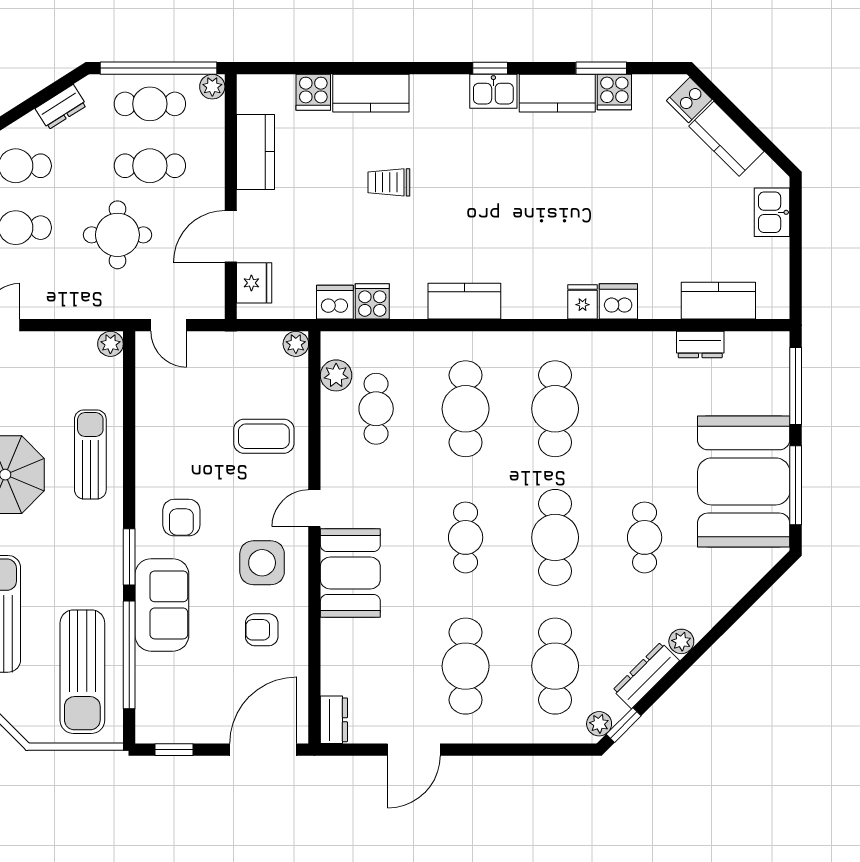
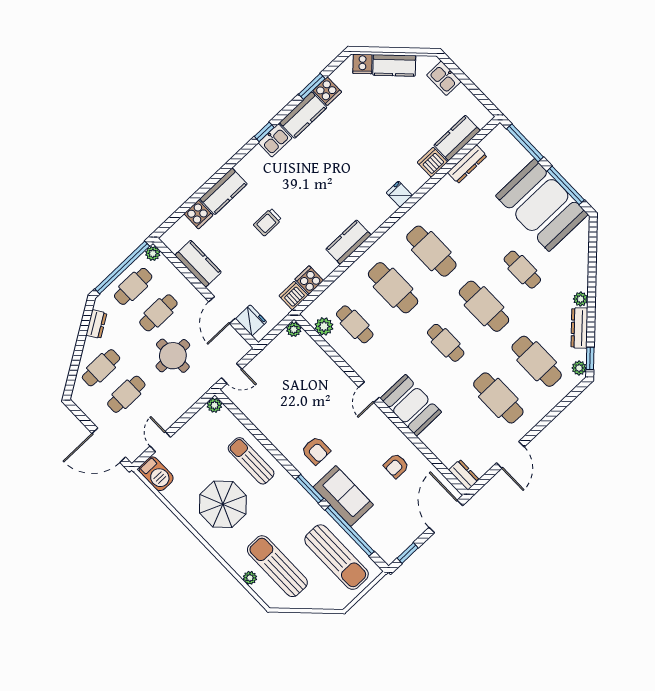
dishwasher: (618, 301) -> (432, 162), moved
dresser: (700, 345) -> (467, 164), width x1.44
coffee table: (264, 436) -> (318, 382), removed
side table: (262, 563) -> (369, 437), removed

